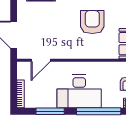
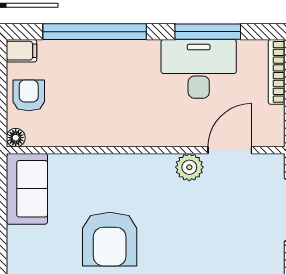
plant: (58, 53) -> (189, 167), added
desk: (79, 91) -> (199, 69), moved, width x0.73, depth x0.77

